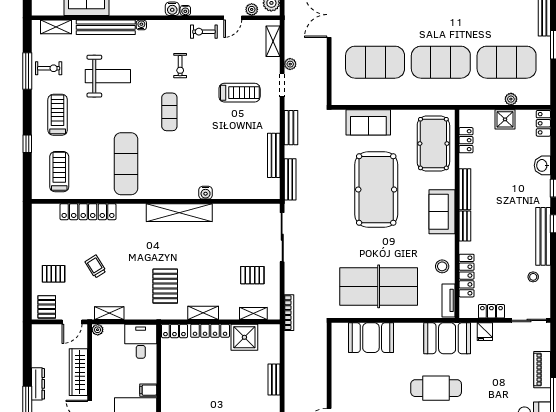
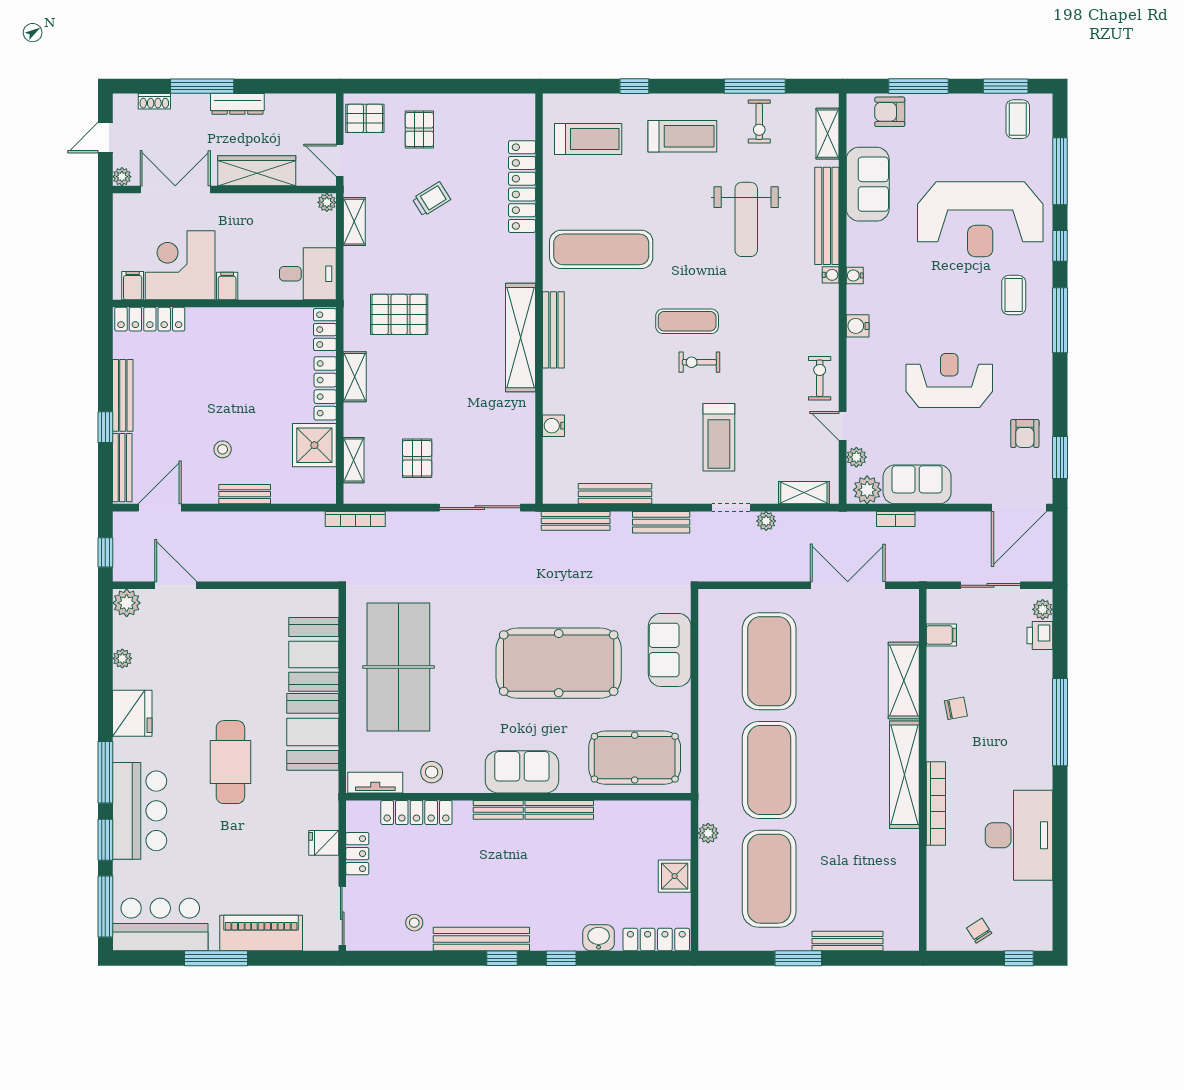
water cooler: (185, 10) -> (855, 275), moved
exercise bike: (180, 66) -> (699, 362), moved
plant: (511, 99) -> (708, 833), moved
locker: (543, 123) -> (656, 939), width x1.53
locker: (466, 140) -> (640, 812), removed
bench: (175, 193) -> (553, 330), added
water cooler: (206, 193) -> (554, 426), moved
booth: (447, 338) -> (313, 732), moved
piano: (542, 370) -> (261, 933), width x1.37, depth x1.33
stool: (247, 393) -> (223, 449), added

